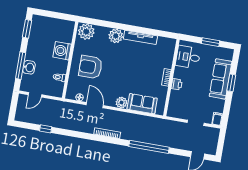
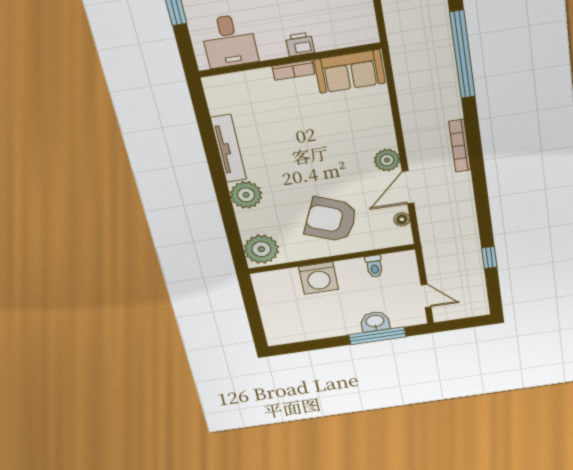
window: (27, 29) -> (301, 347), removed
armchair: (90, 67) -> (331, 220), turned 113
plant: (121, 103) -> (387, 160), moved
sofa: (142, 104) -> (350, 71), moved, turned -90

